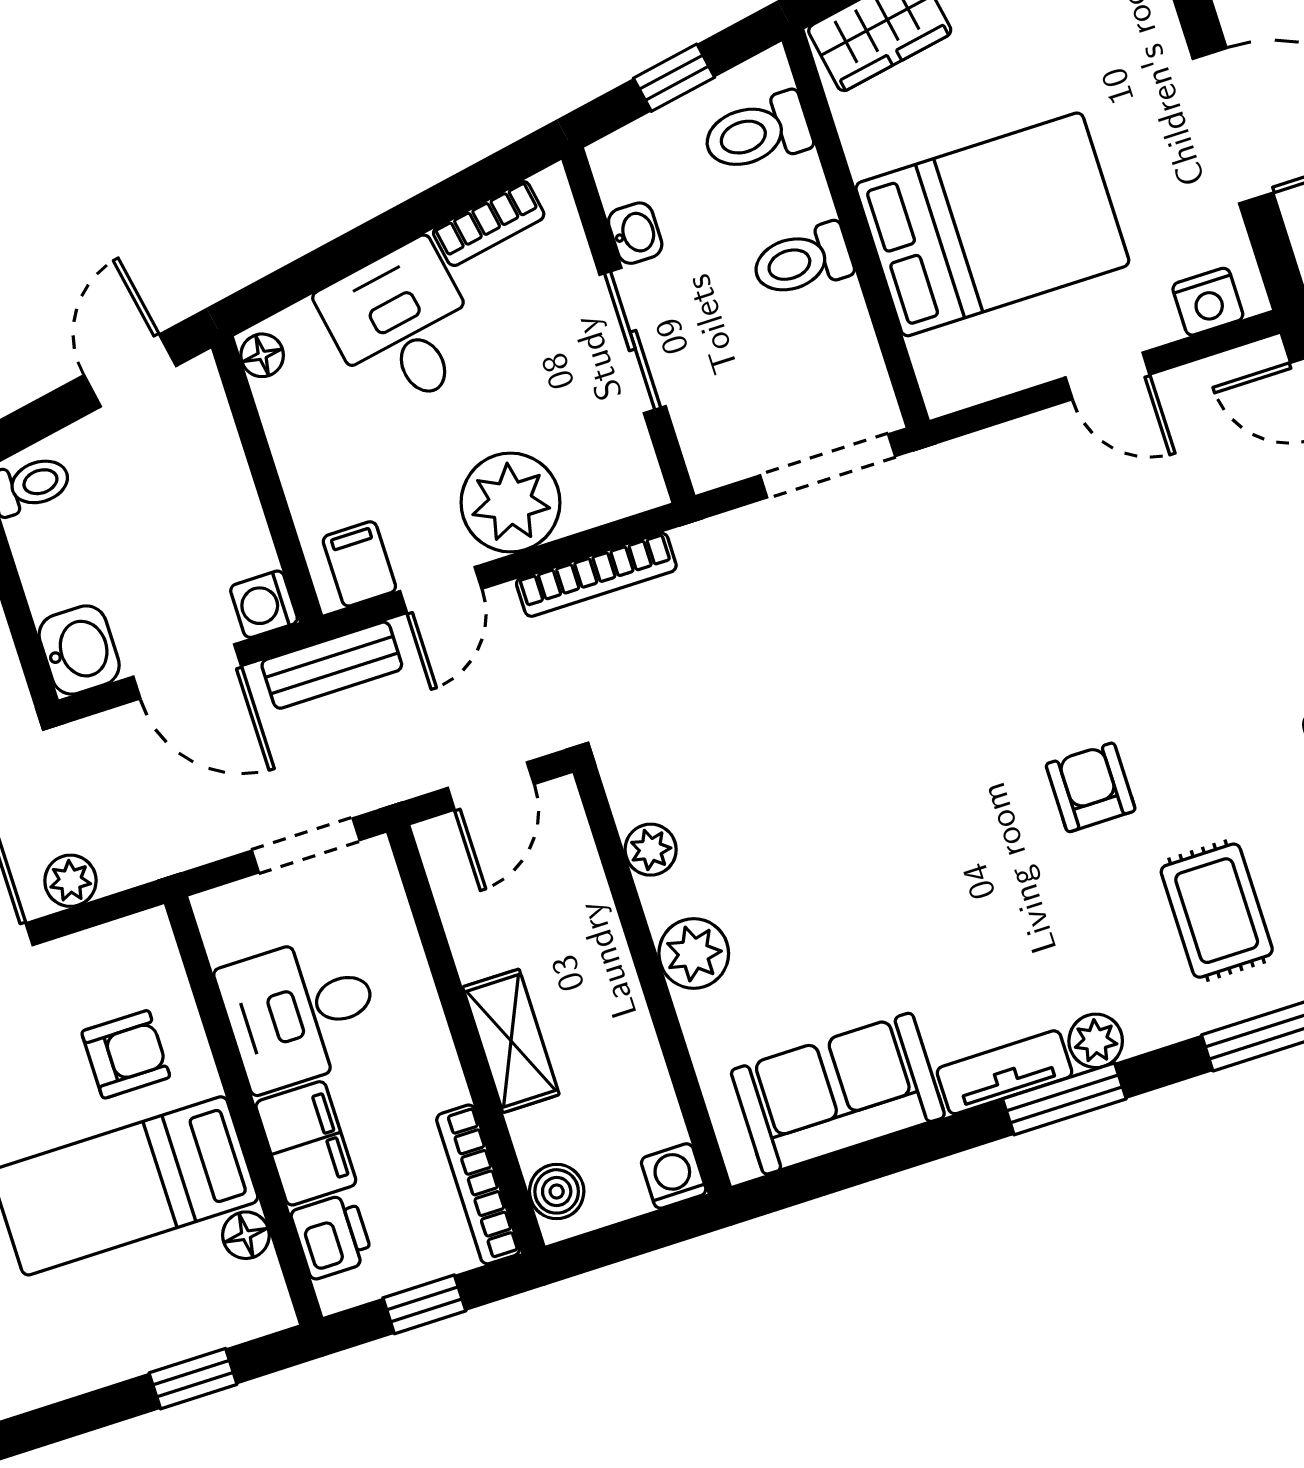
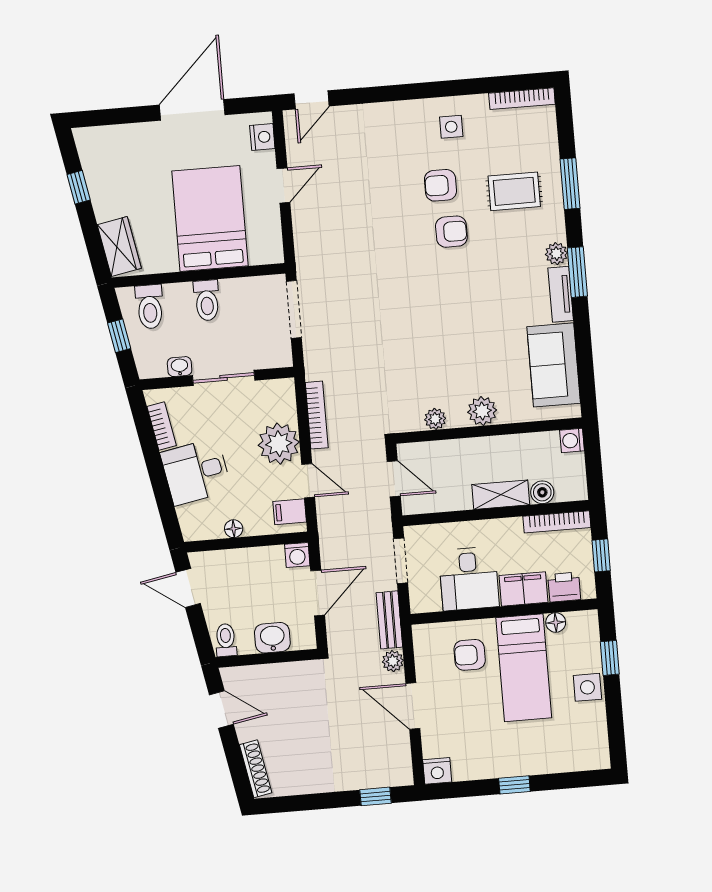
floor lamp: (262, 355) -> (234, 529), moved
washbasin: (79, 650) -> (272, 638), moved
bench: (332, 665) -> (389, 620), moved
armchair: (1191, 738) -> (440, 185), added
armchair: (1091, 787) -> (451, 232), turned 180
armchair: (126, 1054) -> (470, 655), turned -90
boiler: (557, 1191) -> (542, 492), moved
side table: (113, 1343) -> (587, 687), added

